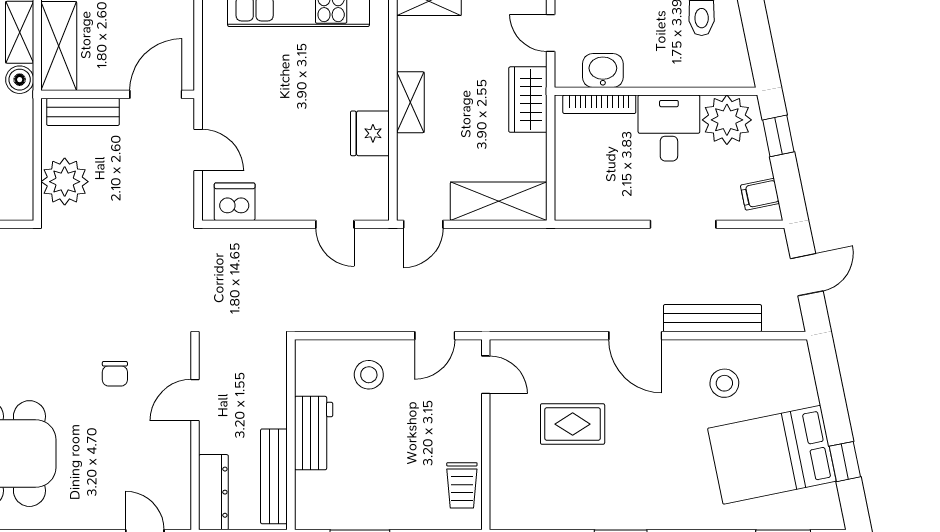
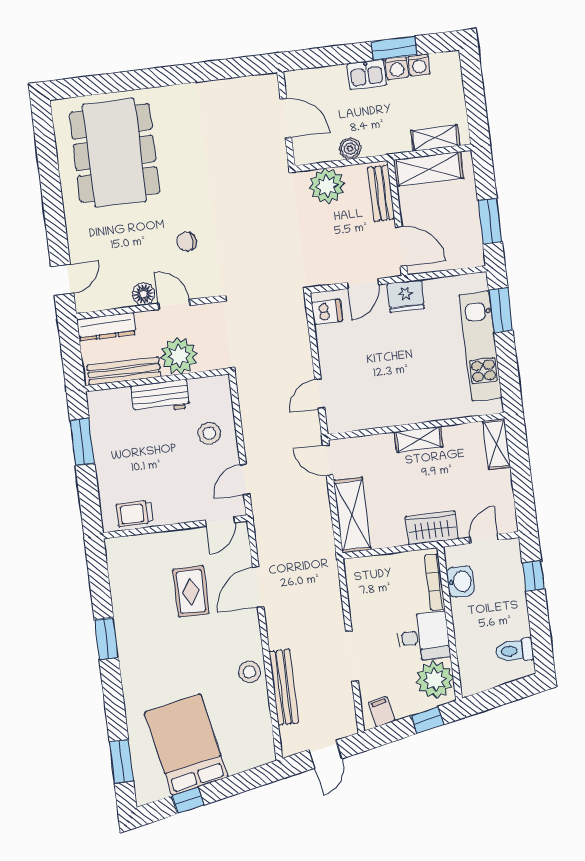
boiler: (20, 80) -> (350, 149), moved
fridge: (370, 133) -> (406, 296), moved, turned 180
dishwasher: (235, 202) -> (327, 312), width x0.73
door: (807, 275) -> (325, 754), hinge flipped
door: (435, 336) -> (245, 479), hinge flipped
door: (635, 336) -> (258, 587), moved
stool: (724, 383) -> (249, 672), moved
plant: (263, 402) -> (179, 356), added
floor lamp: (177, 438) -> (144, 294), added

